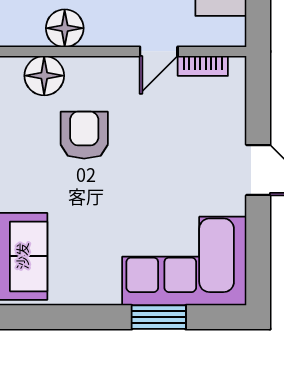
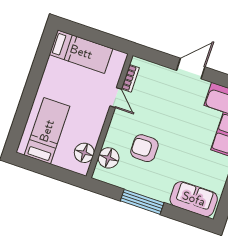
floor lamp: (65, 28) -> (84, 153), moved

